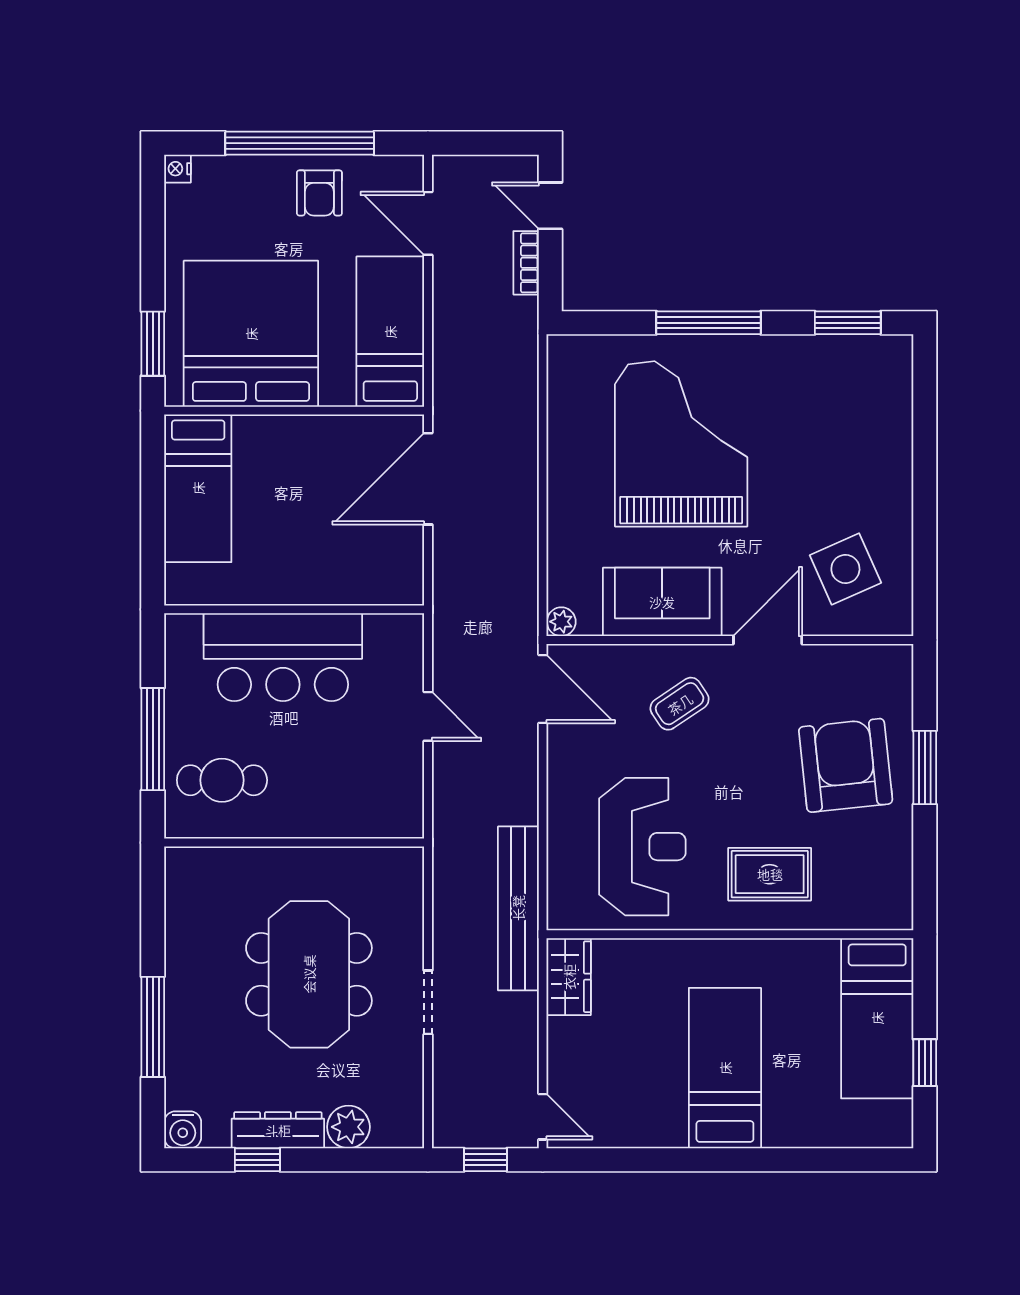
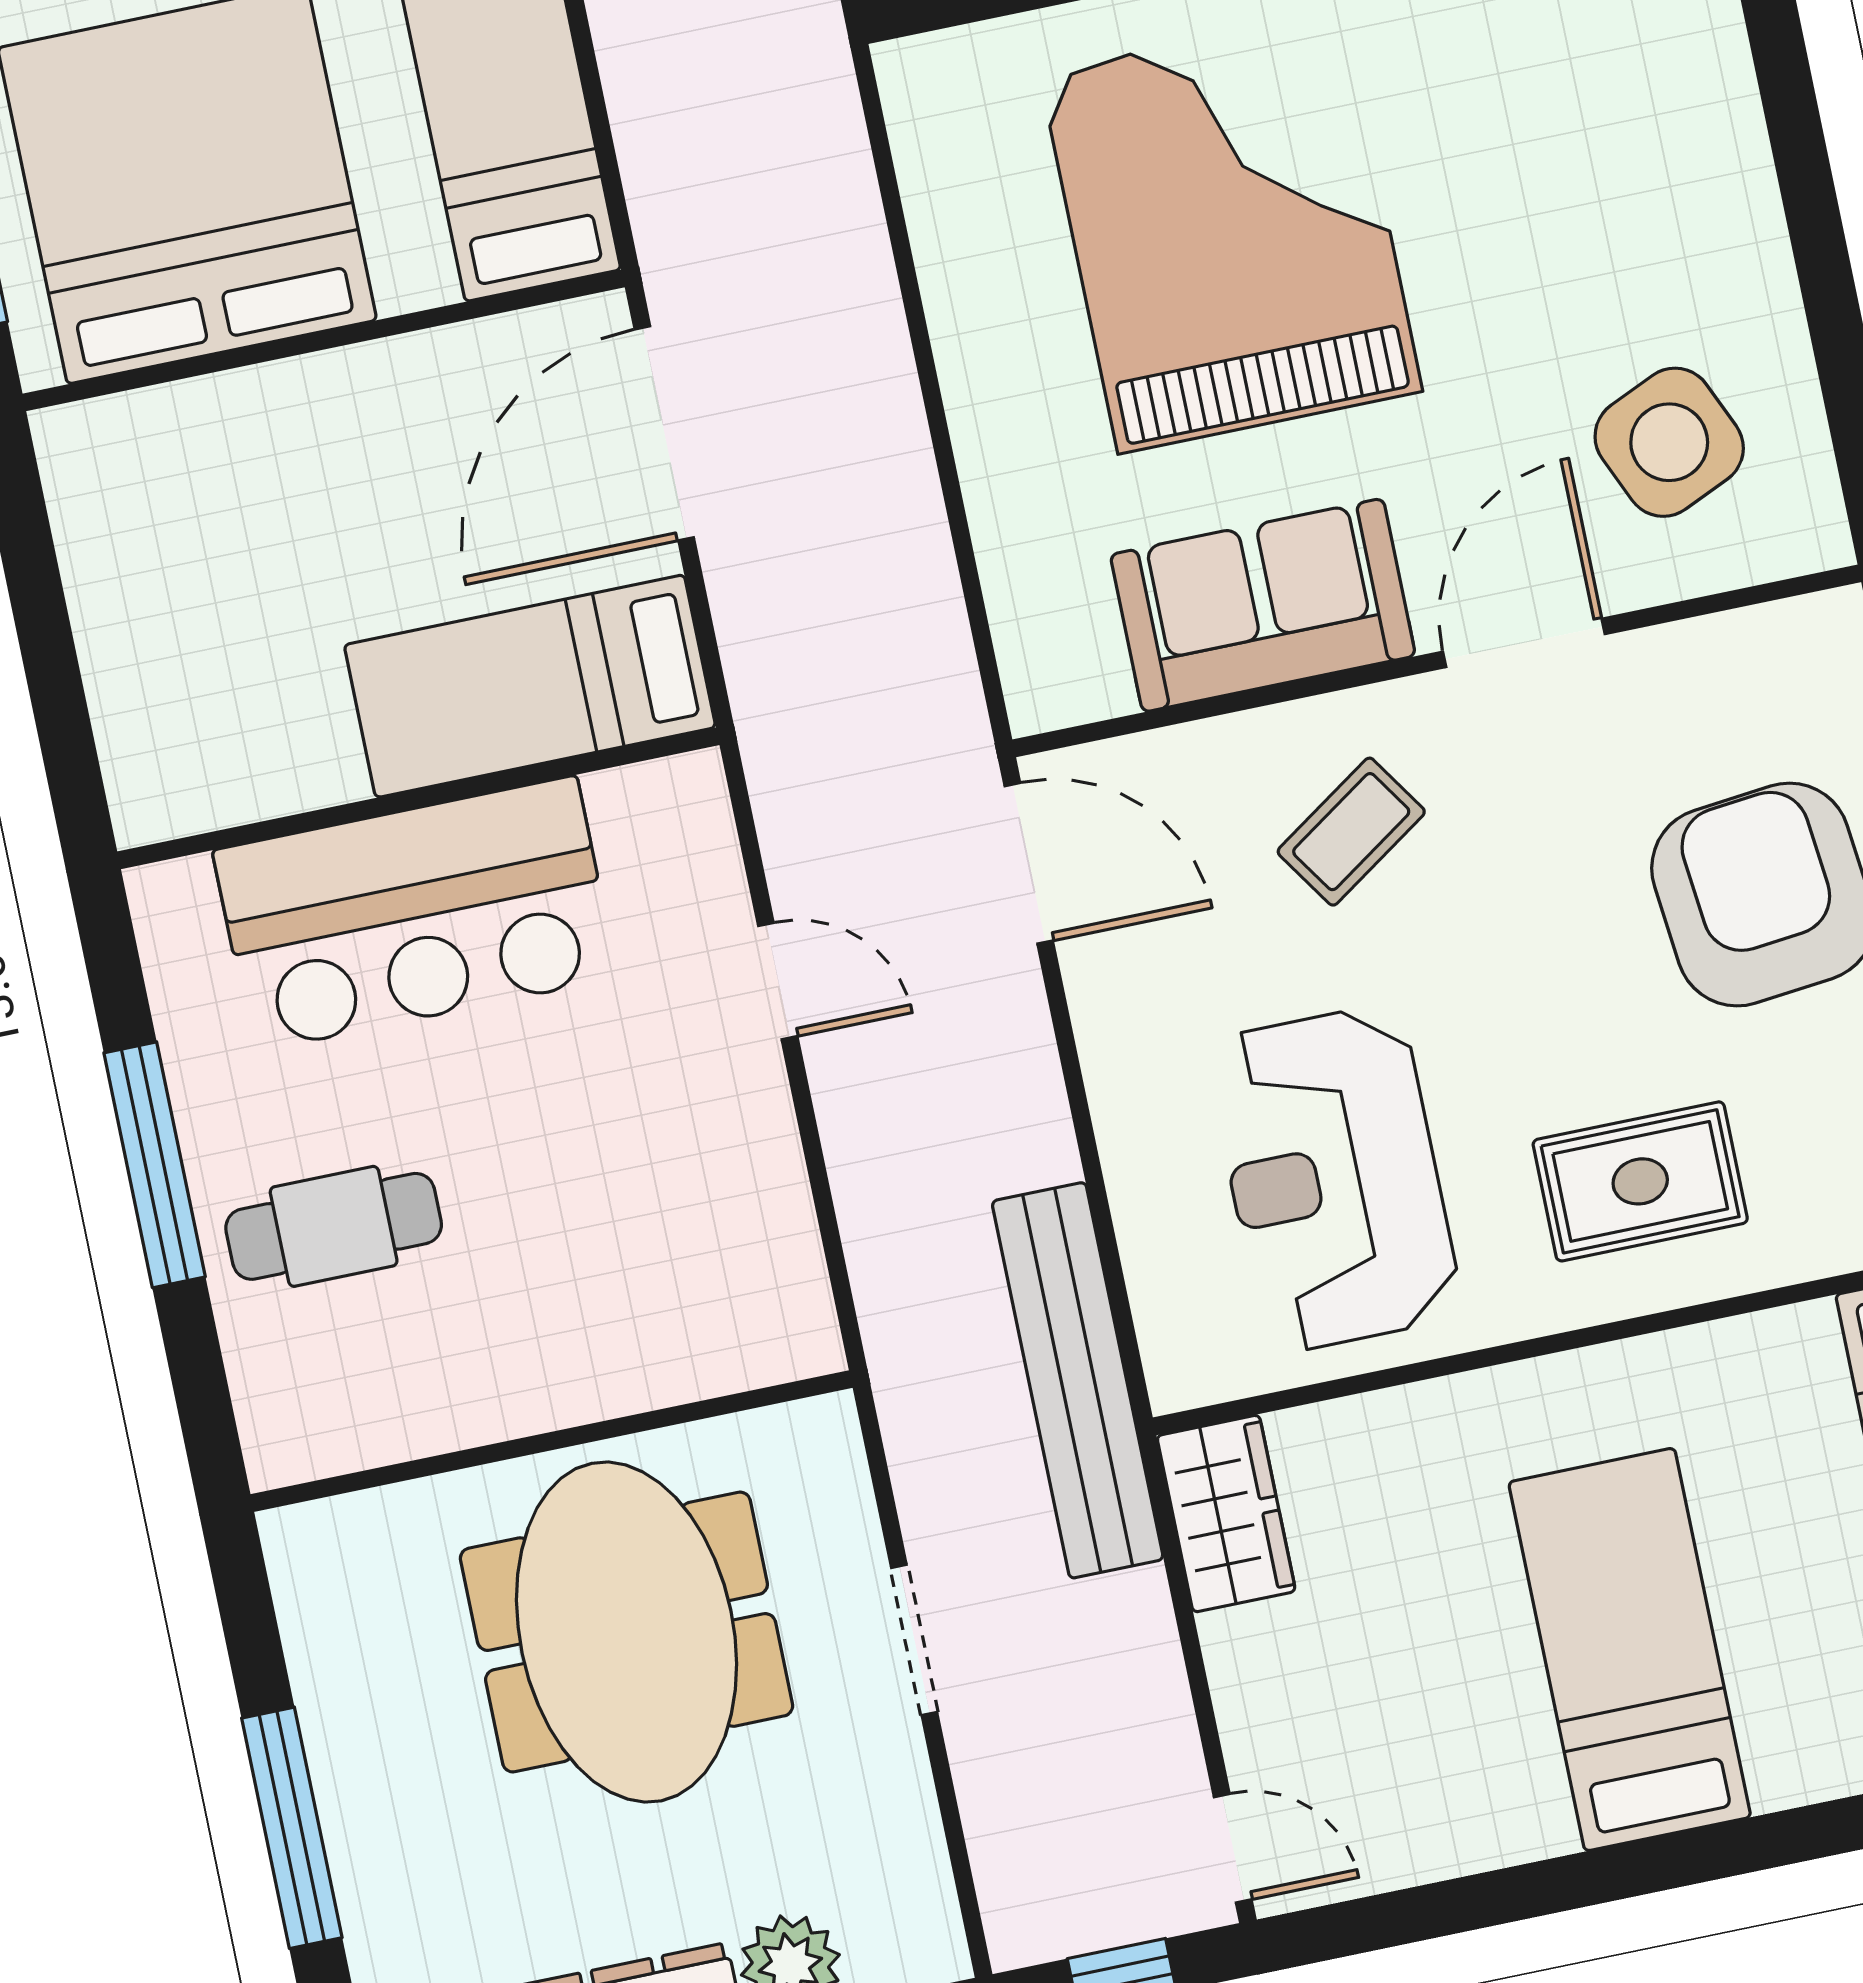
bed: (198, 488) -> (530, 686), moved, turned 90
plant: (561, 622) -> (1040, 699), removed
wall: (294, 843) -> (552, 1441), moved
reception desk: (642, 847) -> (1334, 1179), turned 180

